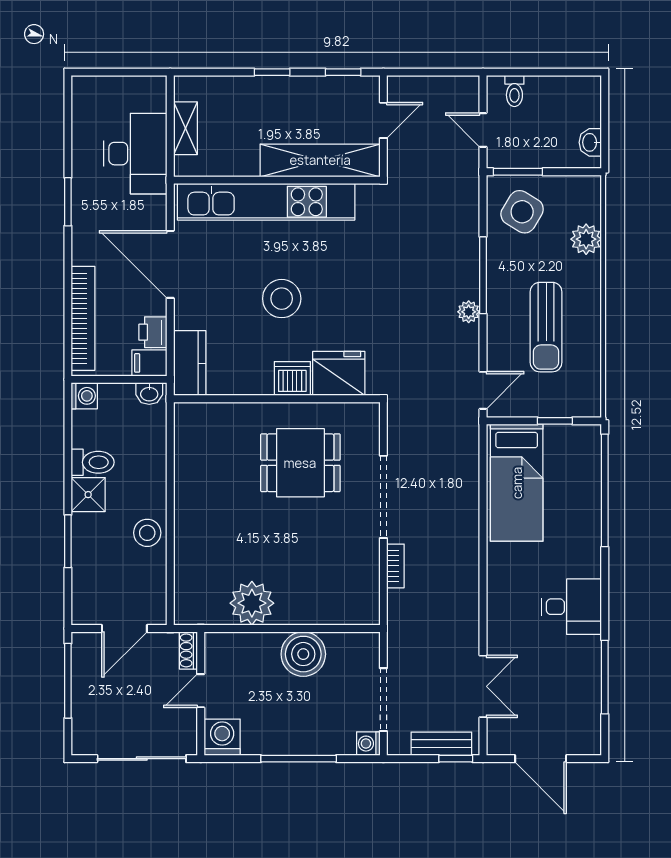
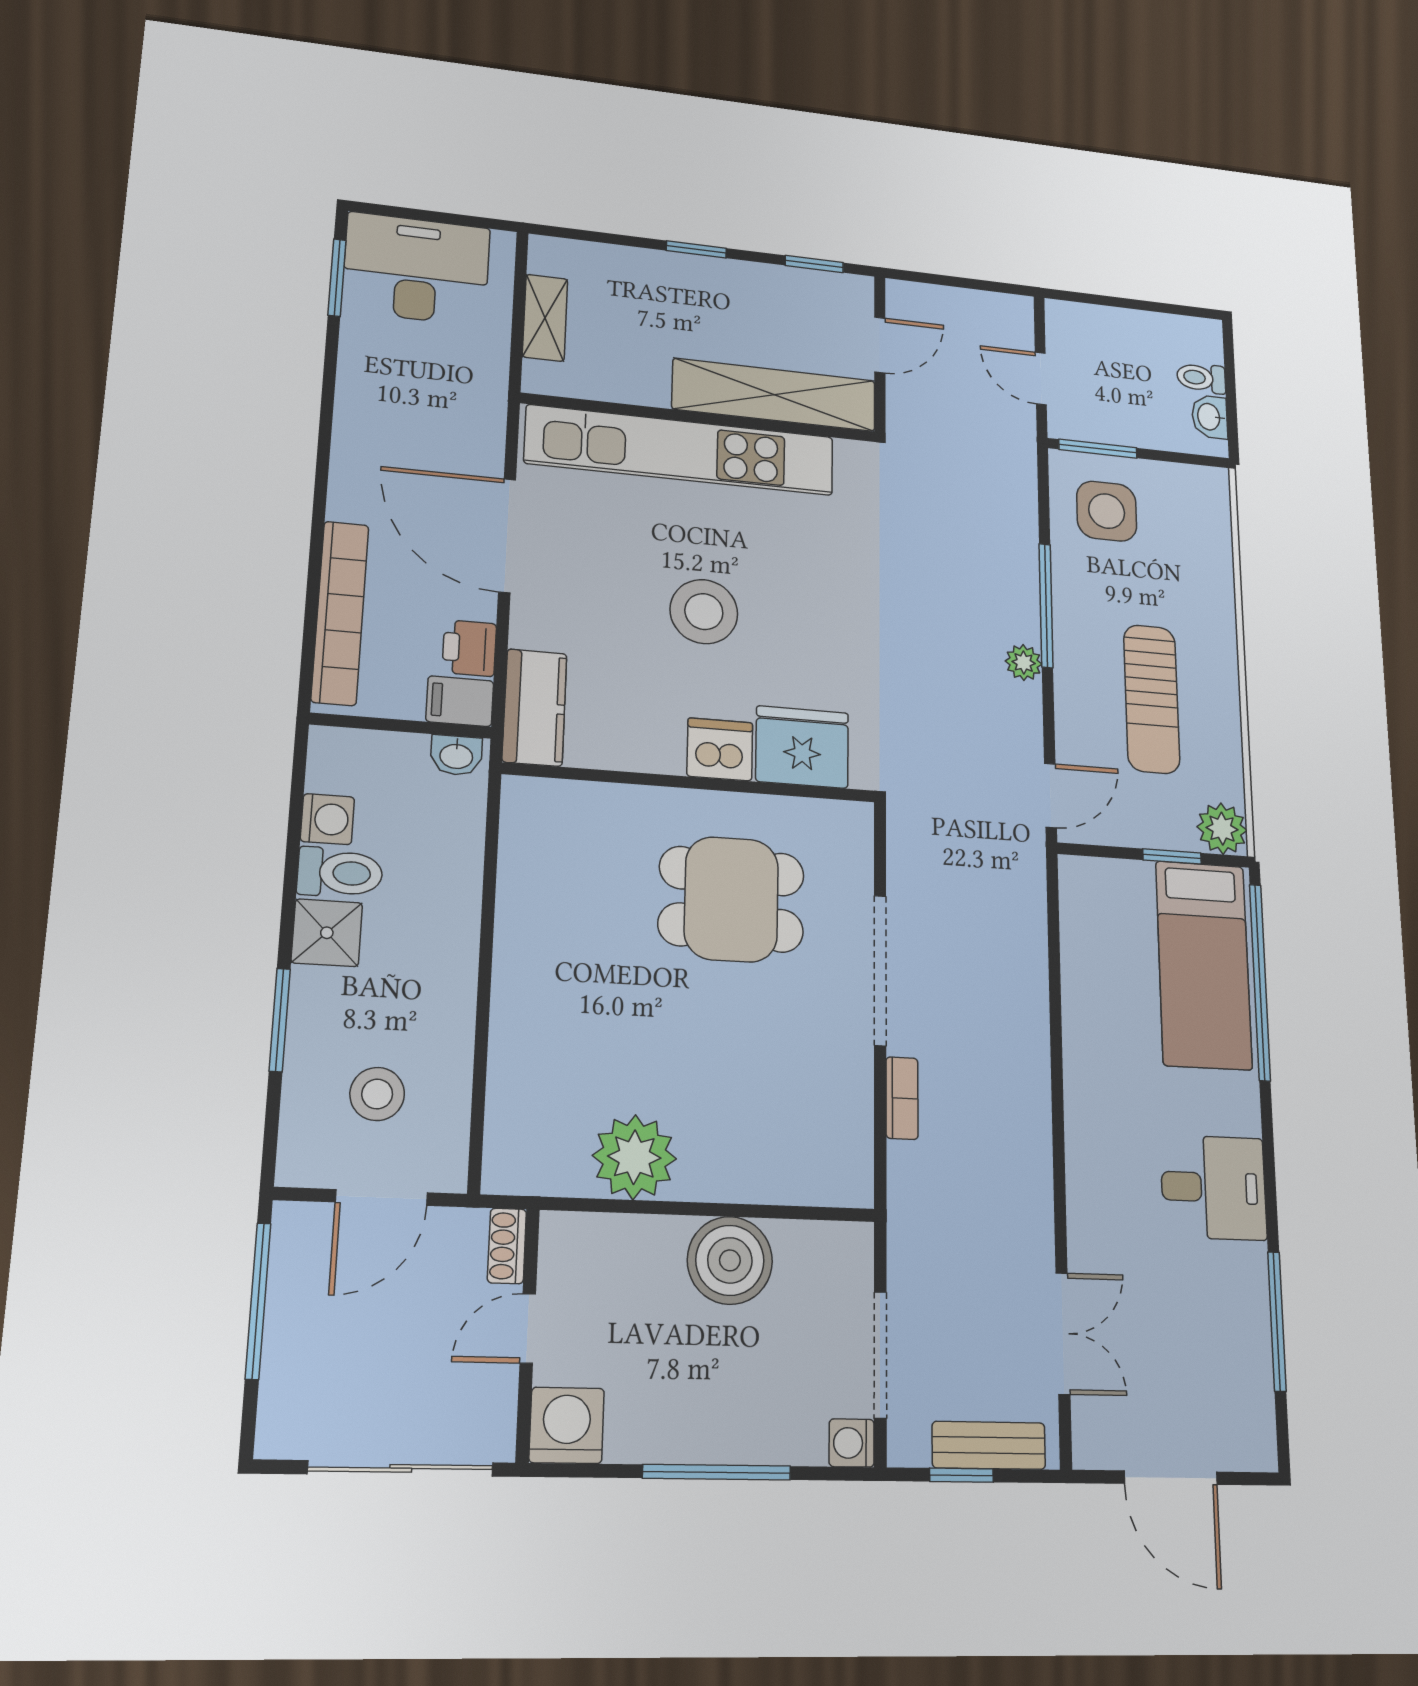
toilet: (514, 91) -> (1201, 378), moved, turned 90
desk: (135, 154) -> (416, 269), moved, turned -90
window: (68, 202) -> (337, 278), moved
side table: (522, 212) -> (1107, 511), turned -31
plant: (586, 239) -> (1222, 829), moved
washing machine: (84, 396) -> (327, 819), moved
bed: (517, 483) -> (1204, 965), moved
stool: (147, 533) -> (377, 1094), moved
window: (456, 759) -> (961, 1475), moved

